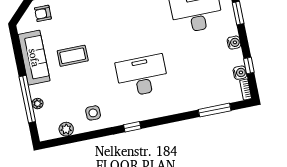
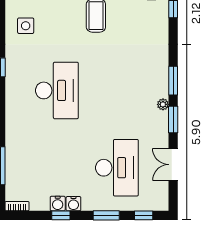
window: (249, 66) -> (61, 215), moved
water cooler: (240, 73) -> (58, 203), moved

